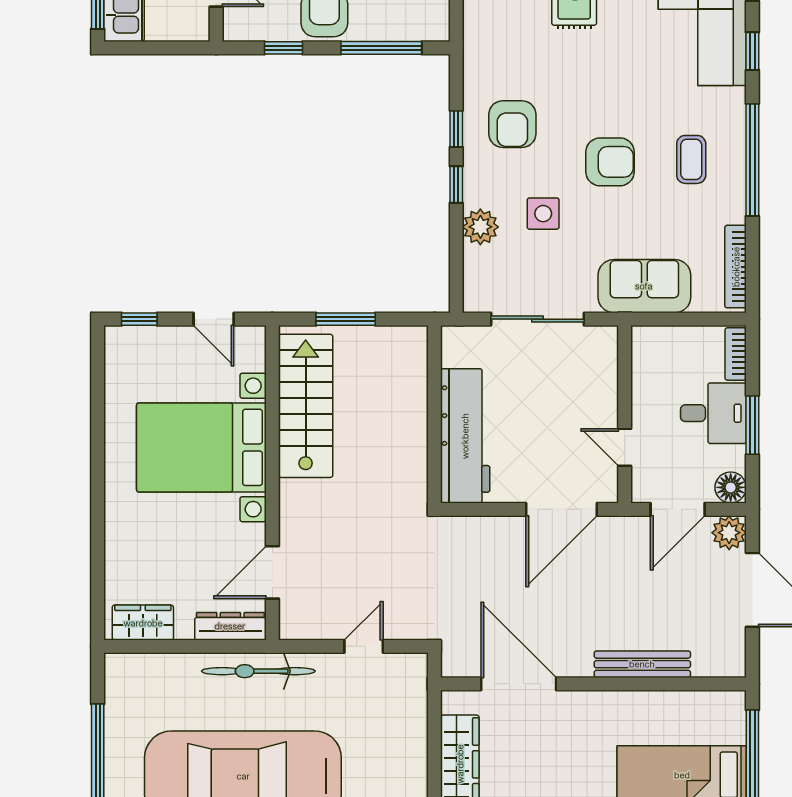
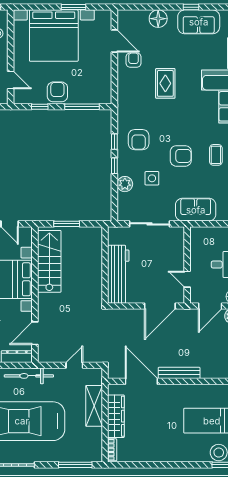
bench: (642, 664) -> (179, 373), moved
shelving: (409, 740) -> (94, 406), added

